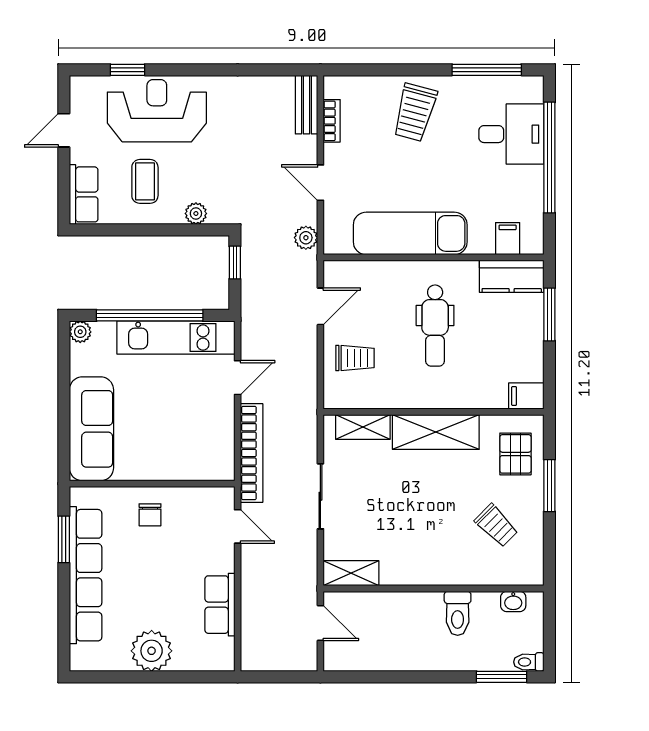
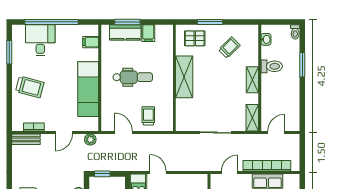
window: (487, 70) -> (9, 52), width x0.69
kitchen counter: (512, 276) -> (125, 32), moved, turned 90
filing cabinet: (526, 396) -> (148, 33), moved
shelving: (363, 427) -> (252, 80), moved
bookcase: (252, 453) -> (267, 166), moved
window: (502, 677) -> (302, 65), moved

